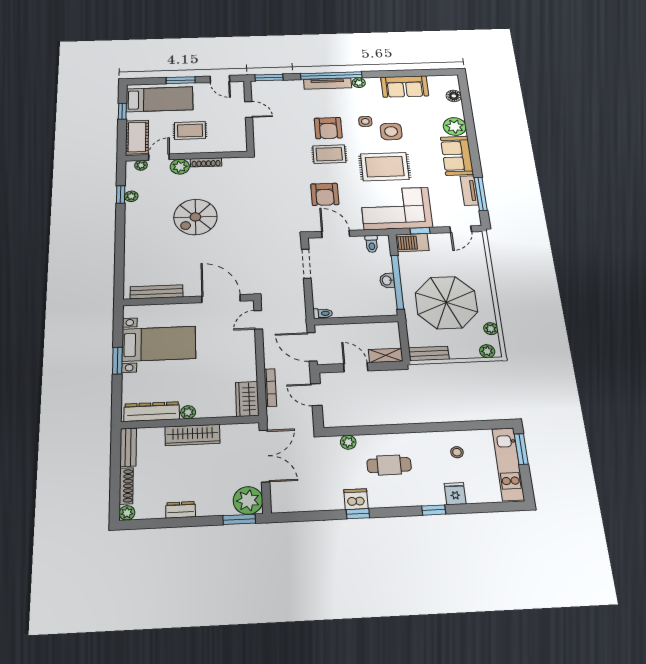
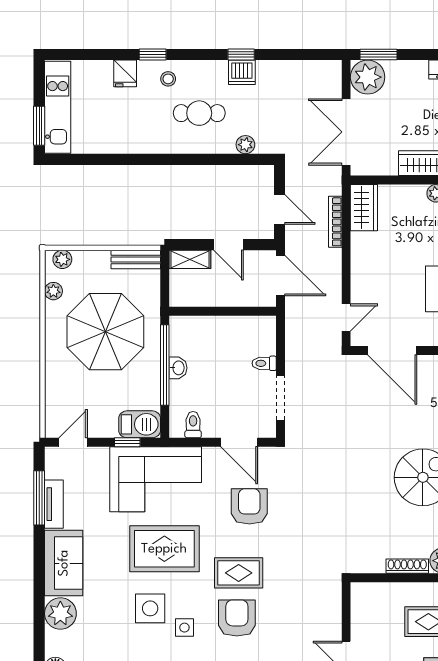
toilet: (323, 313) -> (264, 363), moved
stool: (457, 452) -> (168, 79), moved

